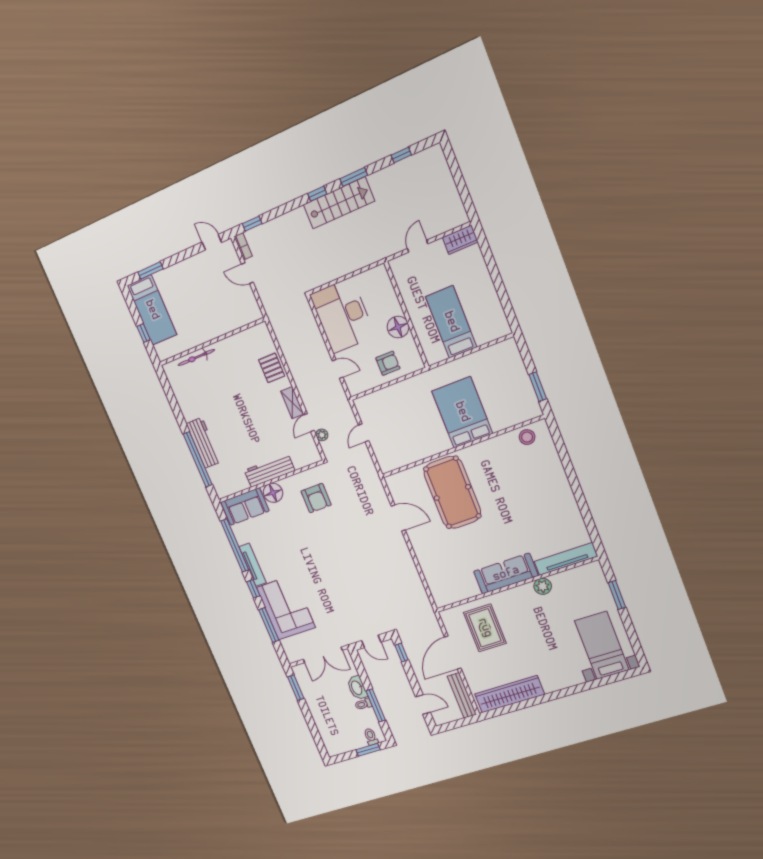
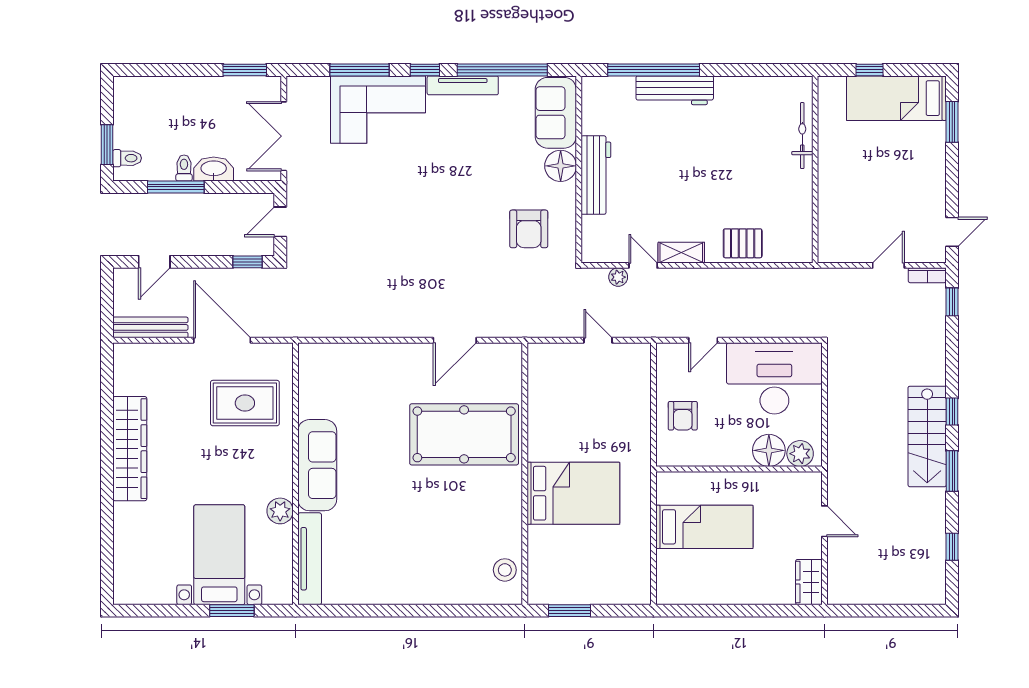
plant: (382, 280) -> (800, 454), added
floor lamp: (398, 327) -> (769, 450), moved
armchair: (316, 498) -> (529, 229), turned -90
bed with nightstands: (602, 645) -> (219, 555), moved, turned -90
wardrobe: (509, 694) -> (130, 449), moved

